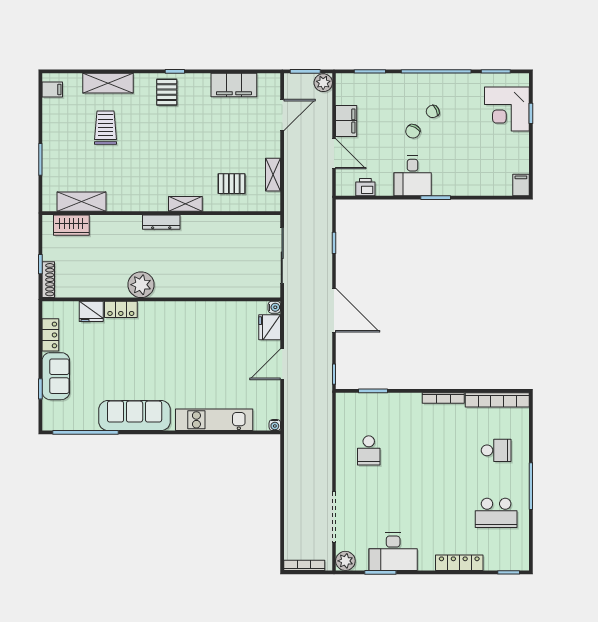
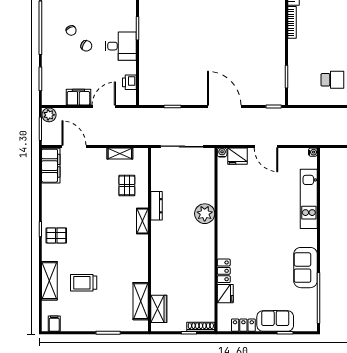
filing cabinet: (234, 85) -> (51, 166), moved
dresser: (161, 222) -> (156, 206), moved
plant: (141, 285) -> (205, 214), moved
door: (334, 310) -> (224, 107), hinge flipped
sofa: (135, 416) -> (306, 268), width x0.73

